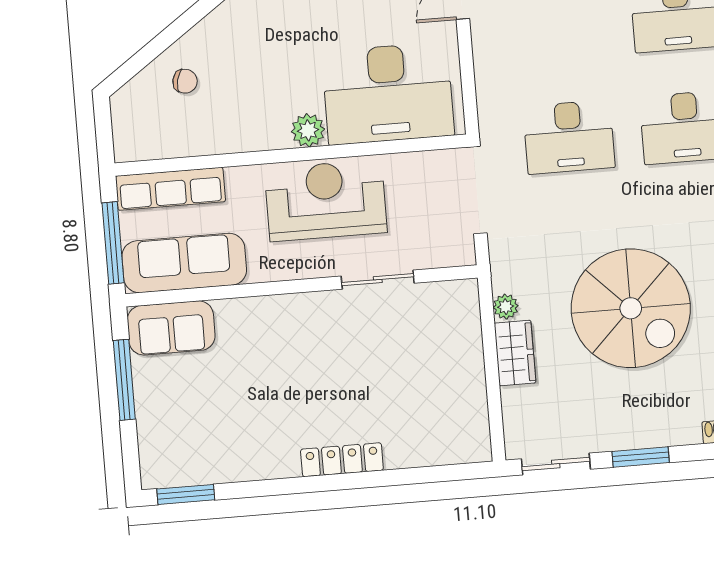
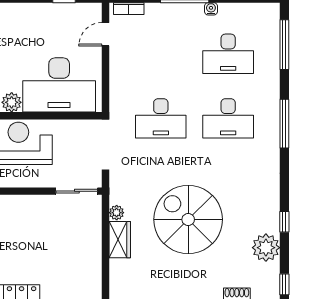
sliding door: (378, 280) -> (77, 191), moved
spiral stairs: (631, 308) -> (188, 219), turned 180

